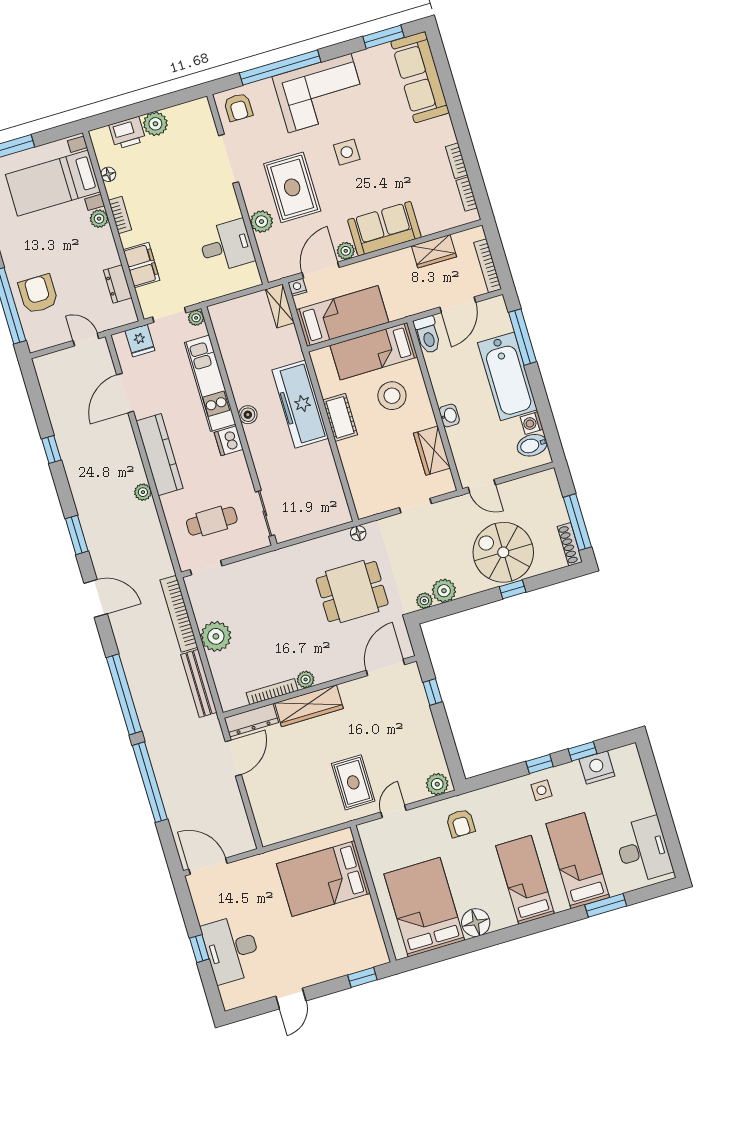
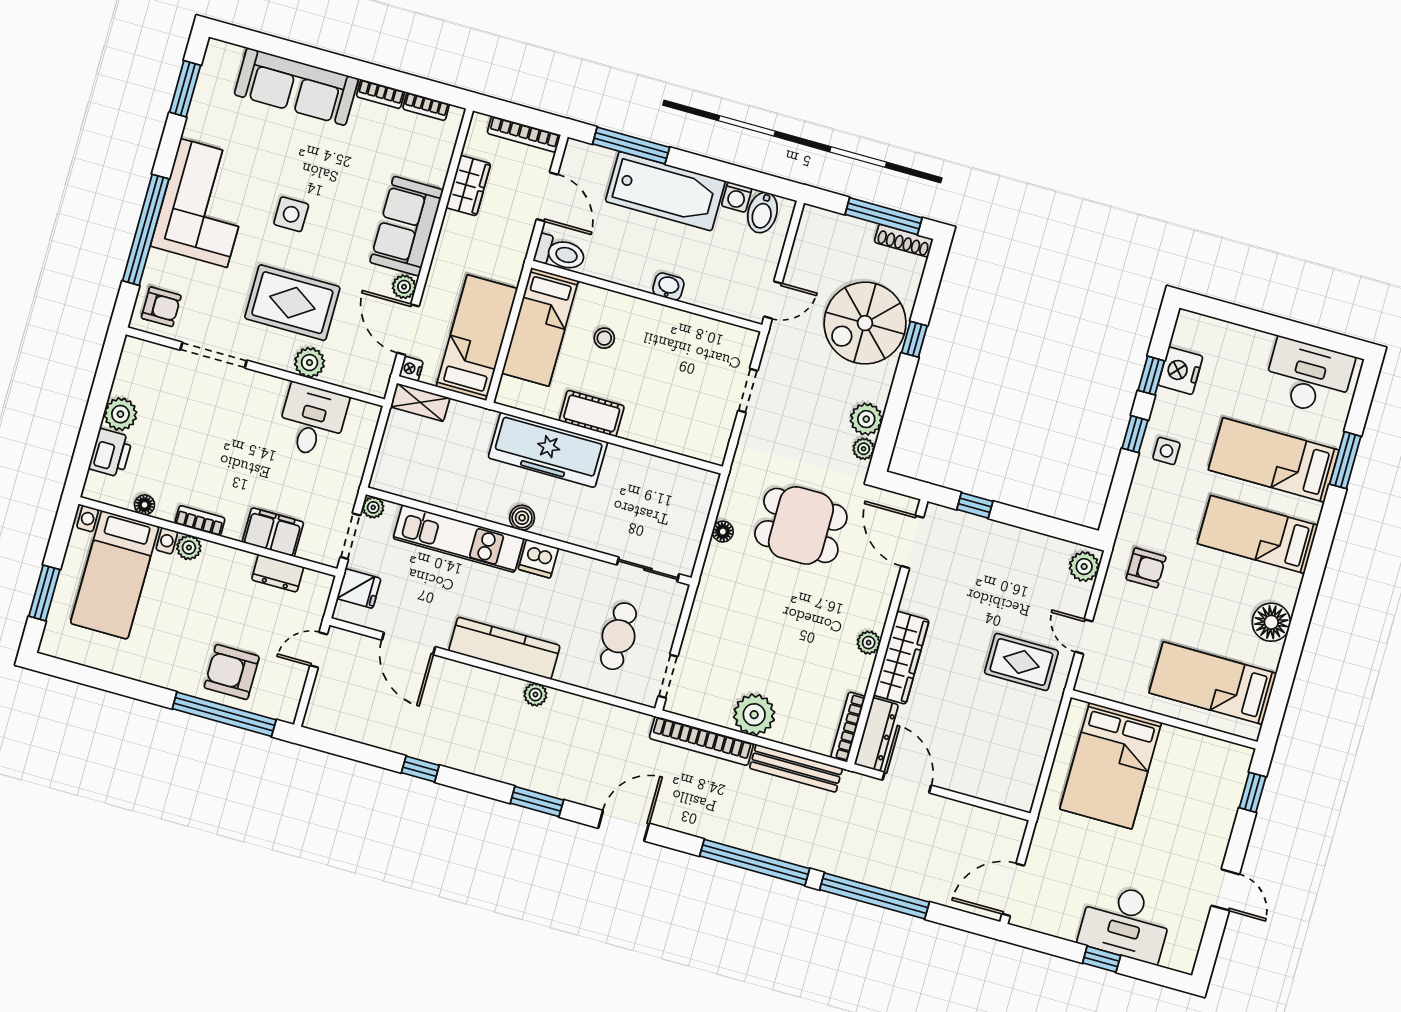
sofa: (420, 77) -> (296, 87), moved
stool: (392, 396) -> (604, 338), width x0.53, depth x0.53
wardrobe: (432, 451) -> (696, 332), removed
floor lamp: (358, 533) -> (723, 532), moved
dining table: (352, 592) -> (801, 525), turned 90
bookcase: (272, 692) -> (848, 727), moved
bed: (424, 907) -> (1213, 683), width x0.67

